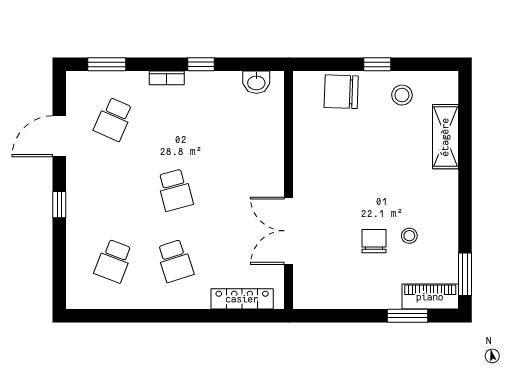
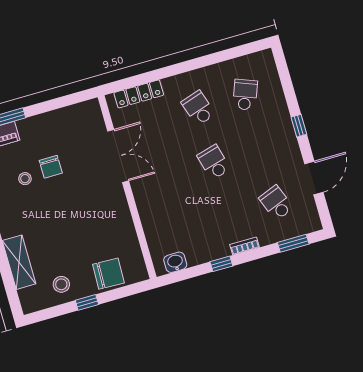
school desk: (114, 119) -> (276, 203), turned -45

